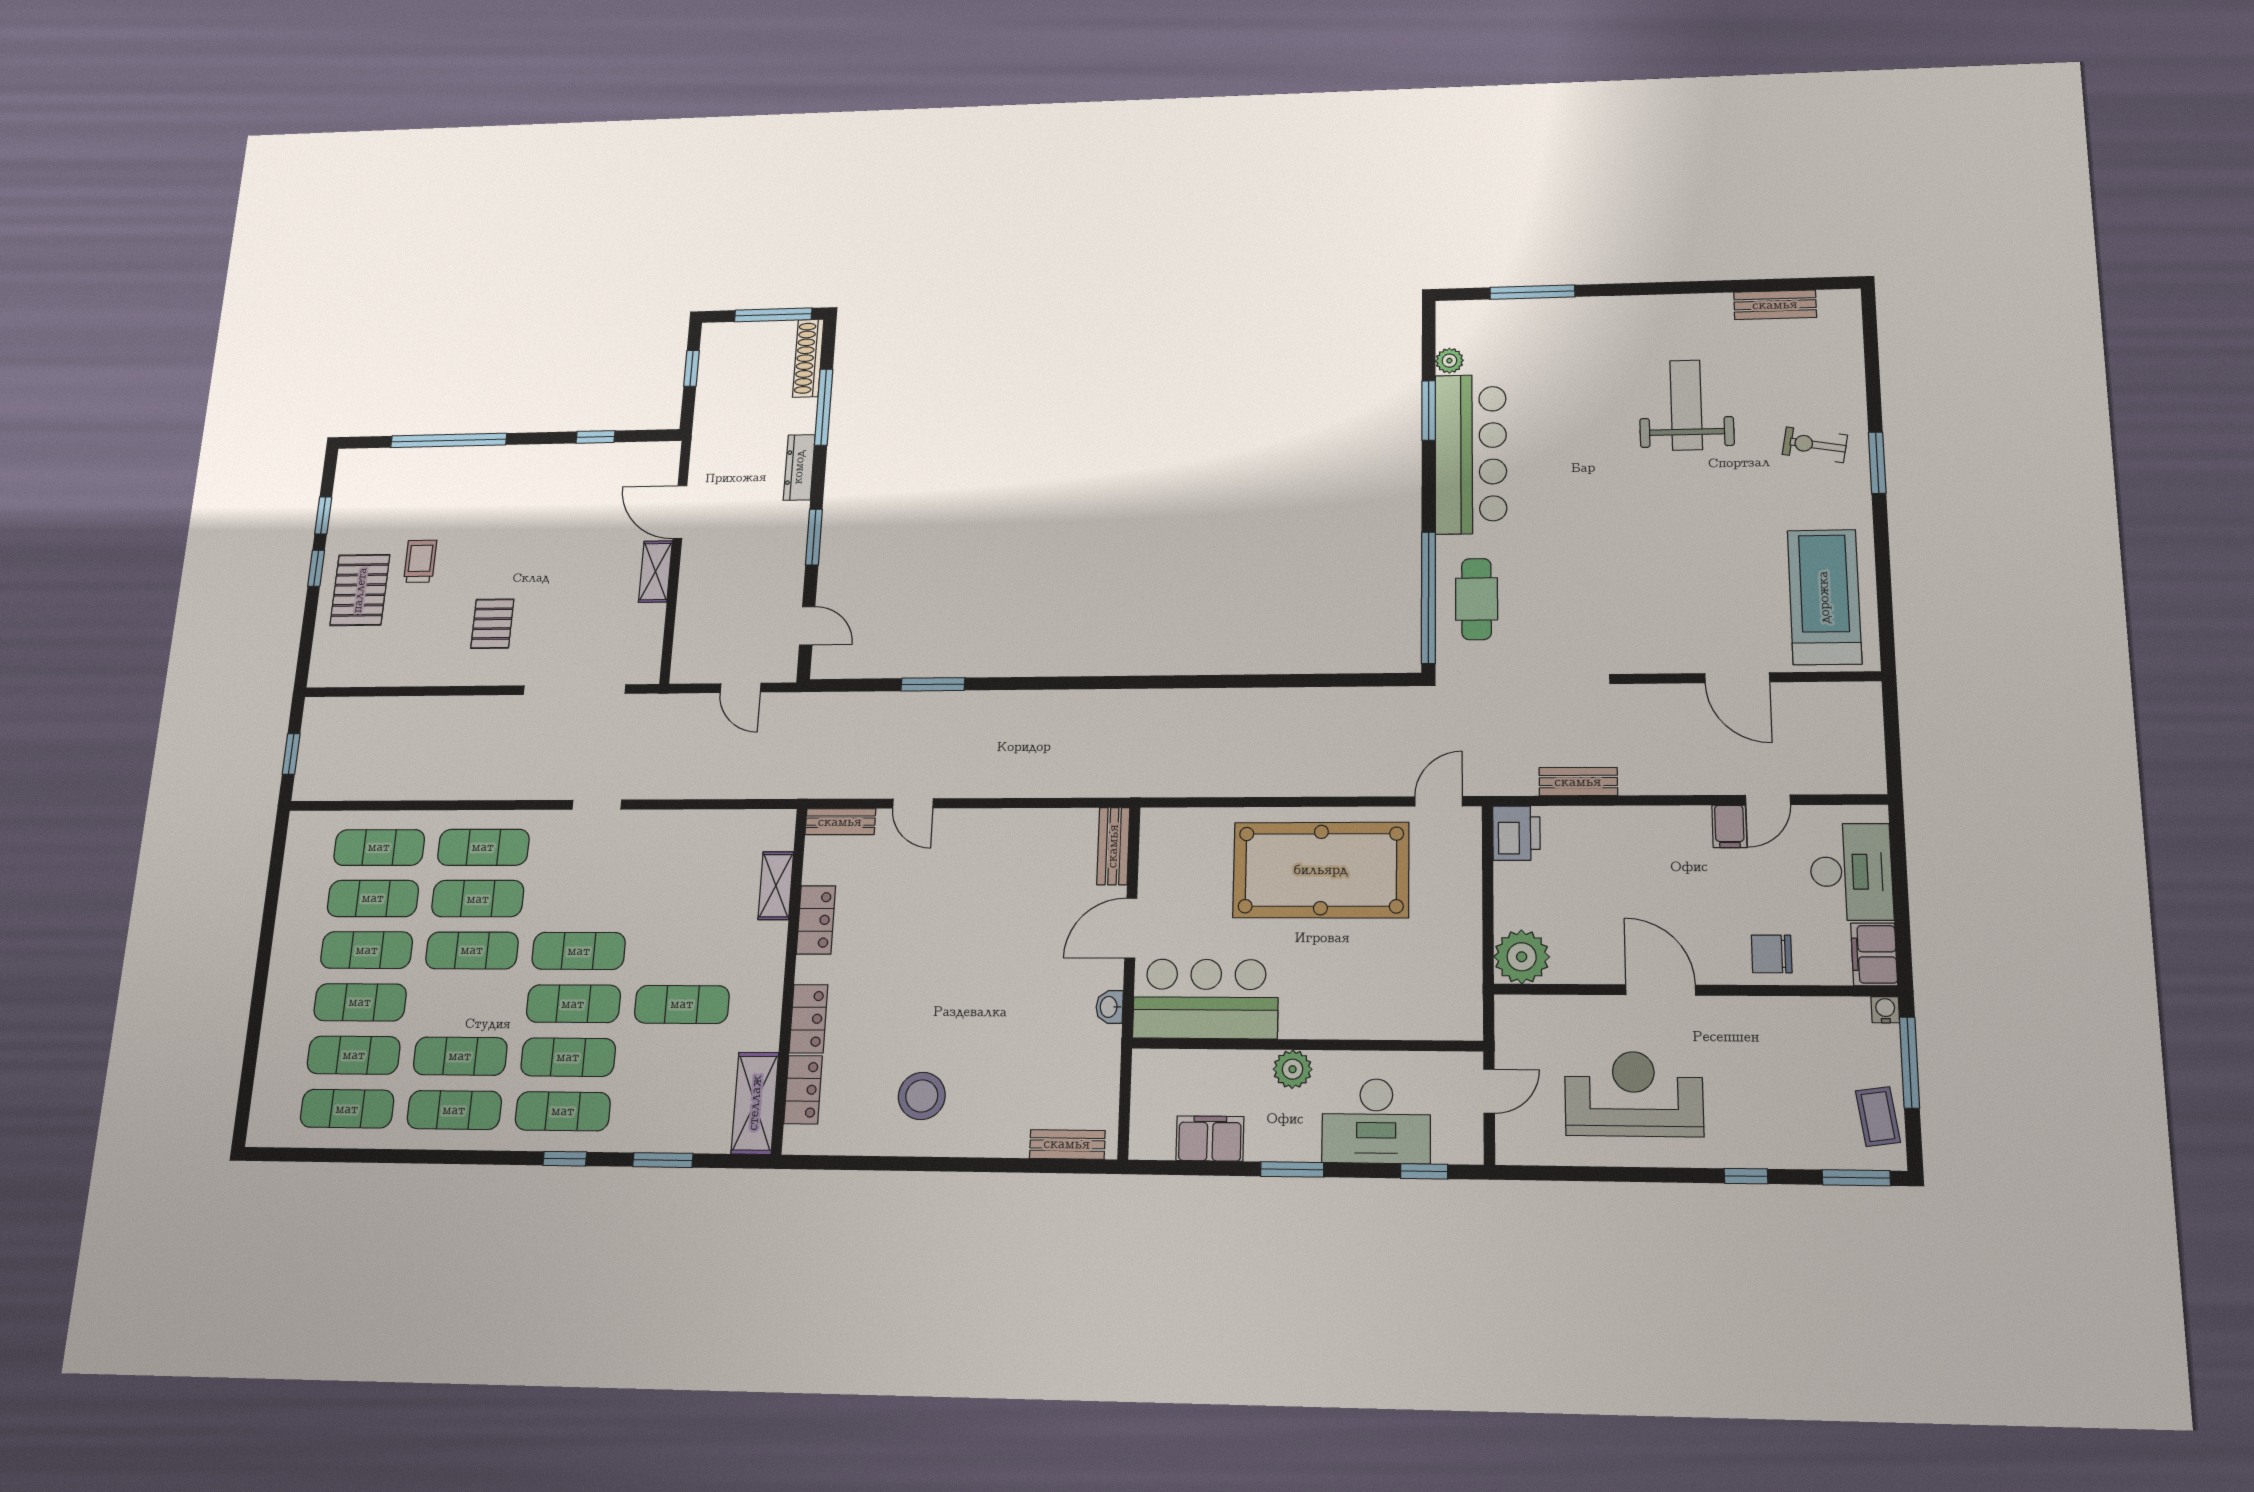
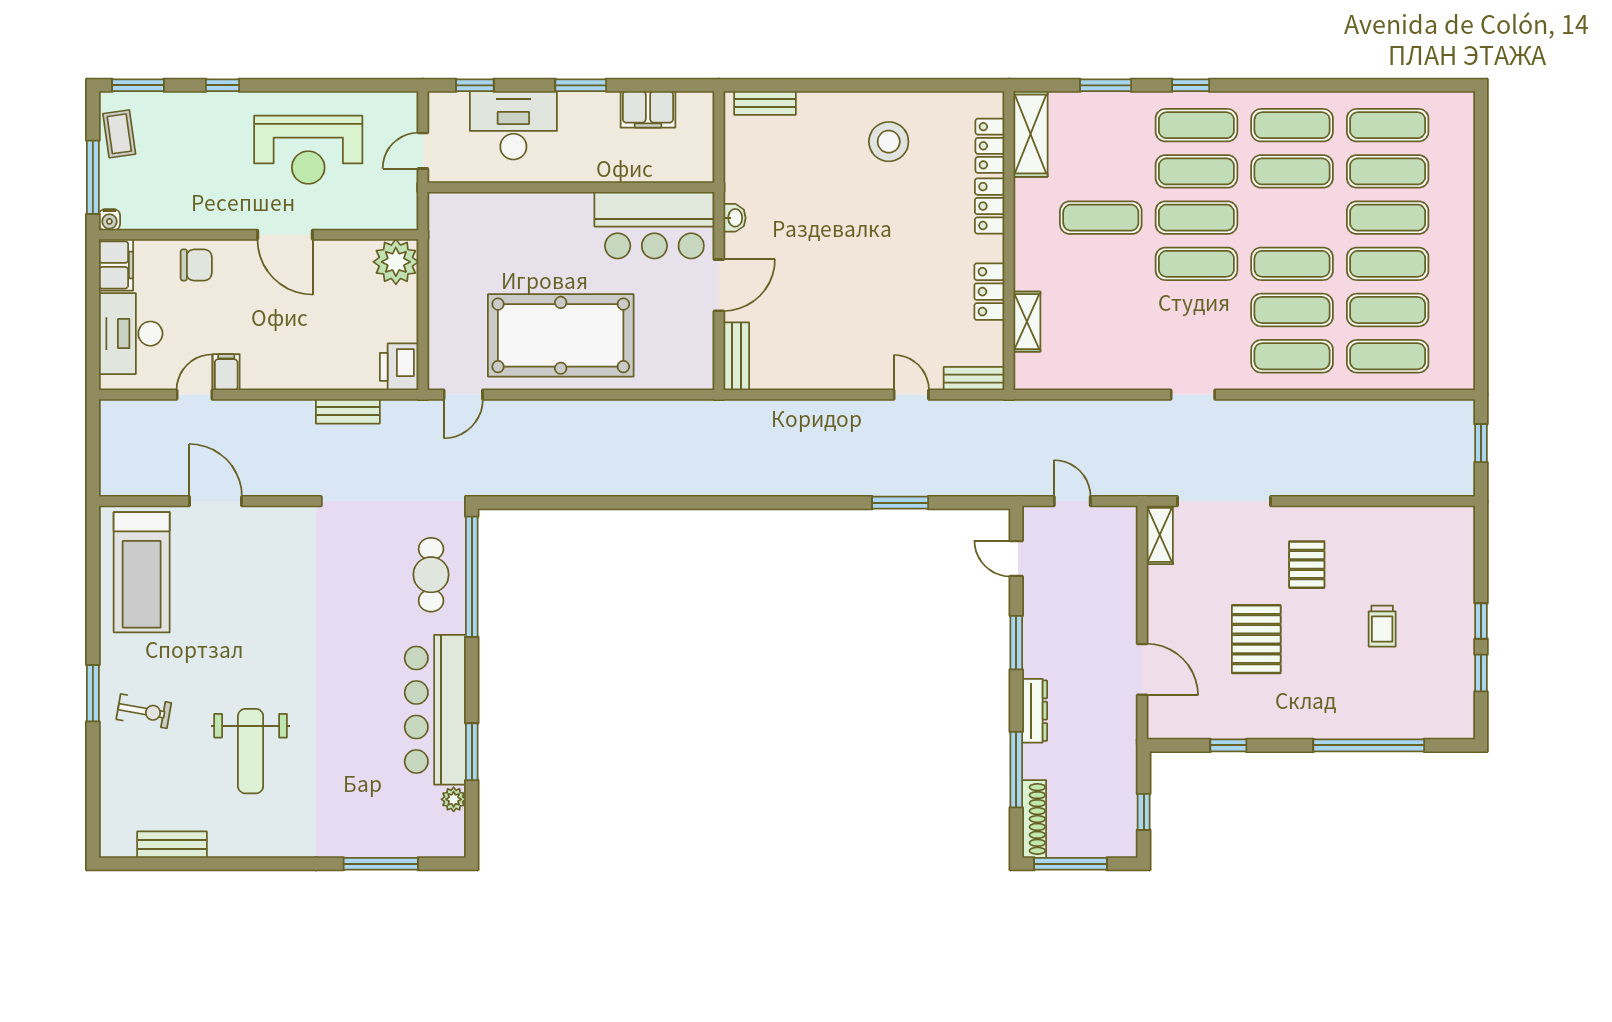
shelving: (655, 572) -> (1160, 535), moved
pallet: (360, 590) -> (1256, 639), moved
plant: (1292, 1069) -> (582, 167), removed

